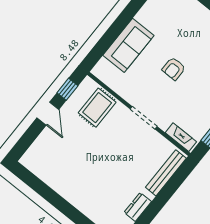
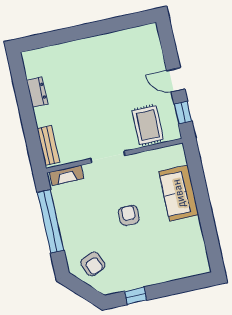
bench: (166, 173) -> (48, 145), width x0.73

